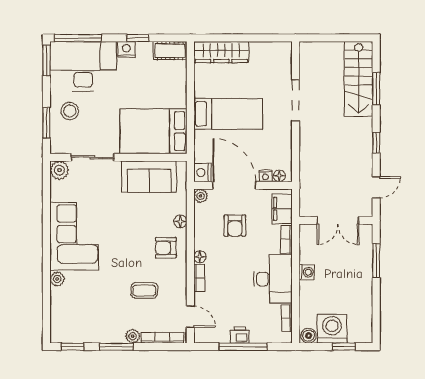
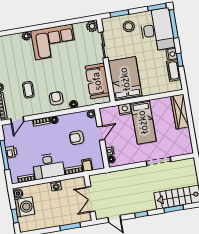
cot: (170, 51) -> (174, 70), moved
nightstand: (202, 173) -> (125, 109), moved
door: (234, 185) -> (101, 133), width x0.53
filing cabinet: (282, 209) -> (87, 165), width x0.50

